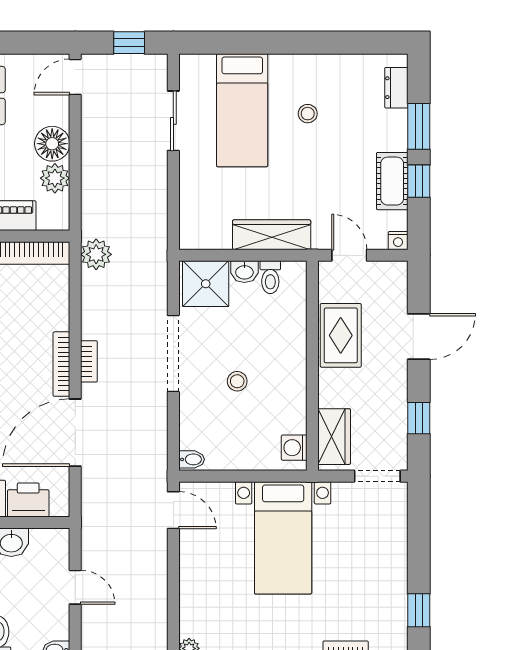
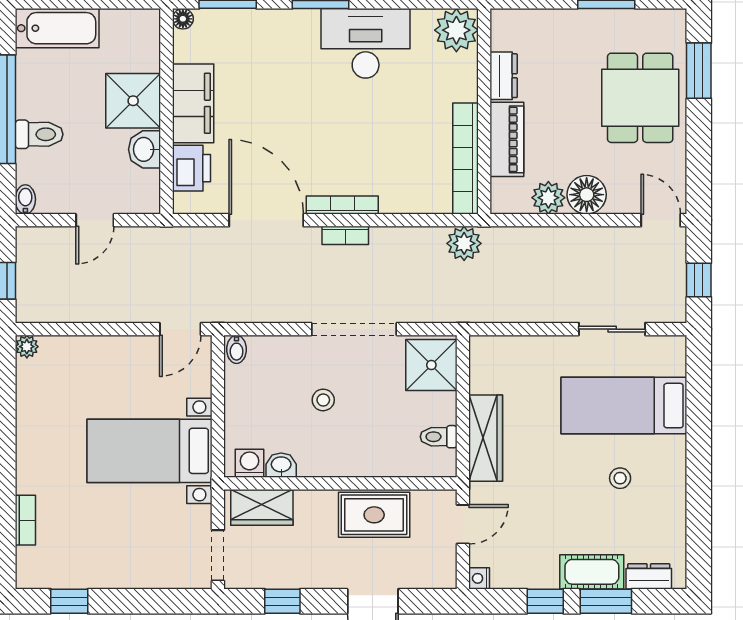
cot: (392, 181) -> (592, 572), moved
washbasin: (244, 272) -> (281, 465), moved, turned 90

